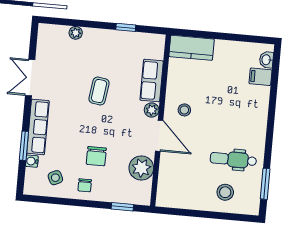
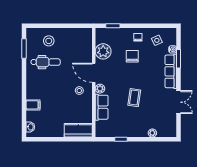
filing cabinet: (261, 77) -> (33, 105), moved

